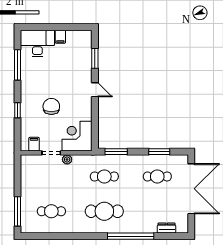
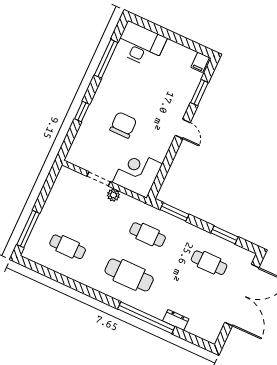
filing cabinet: (60, 37) -> (200, 62), moved
filing cabinet: (34, 144) -> (83, 160), removed
dresser: (167, 228) -> (176, 320), moved

